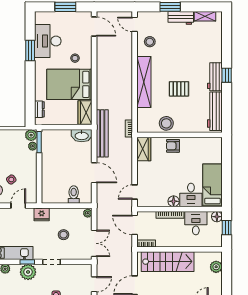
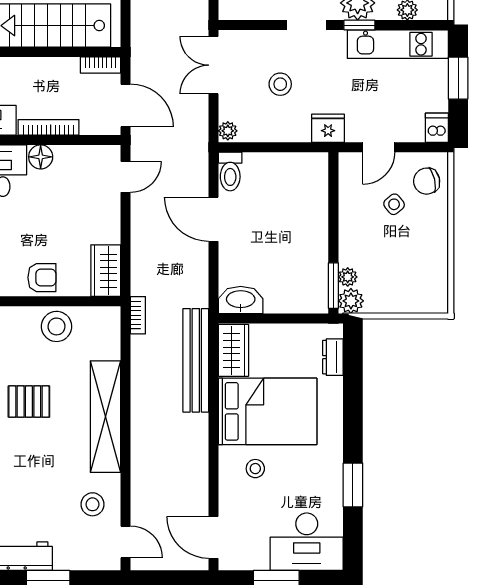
desk: (48, 41) -> (307, 542), moved, turned 90
bench: (102, 133) -> (196, 360), moved
toilet: (74, 195) -> (230, 172), moved

